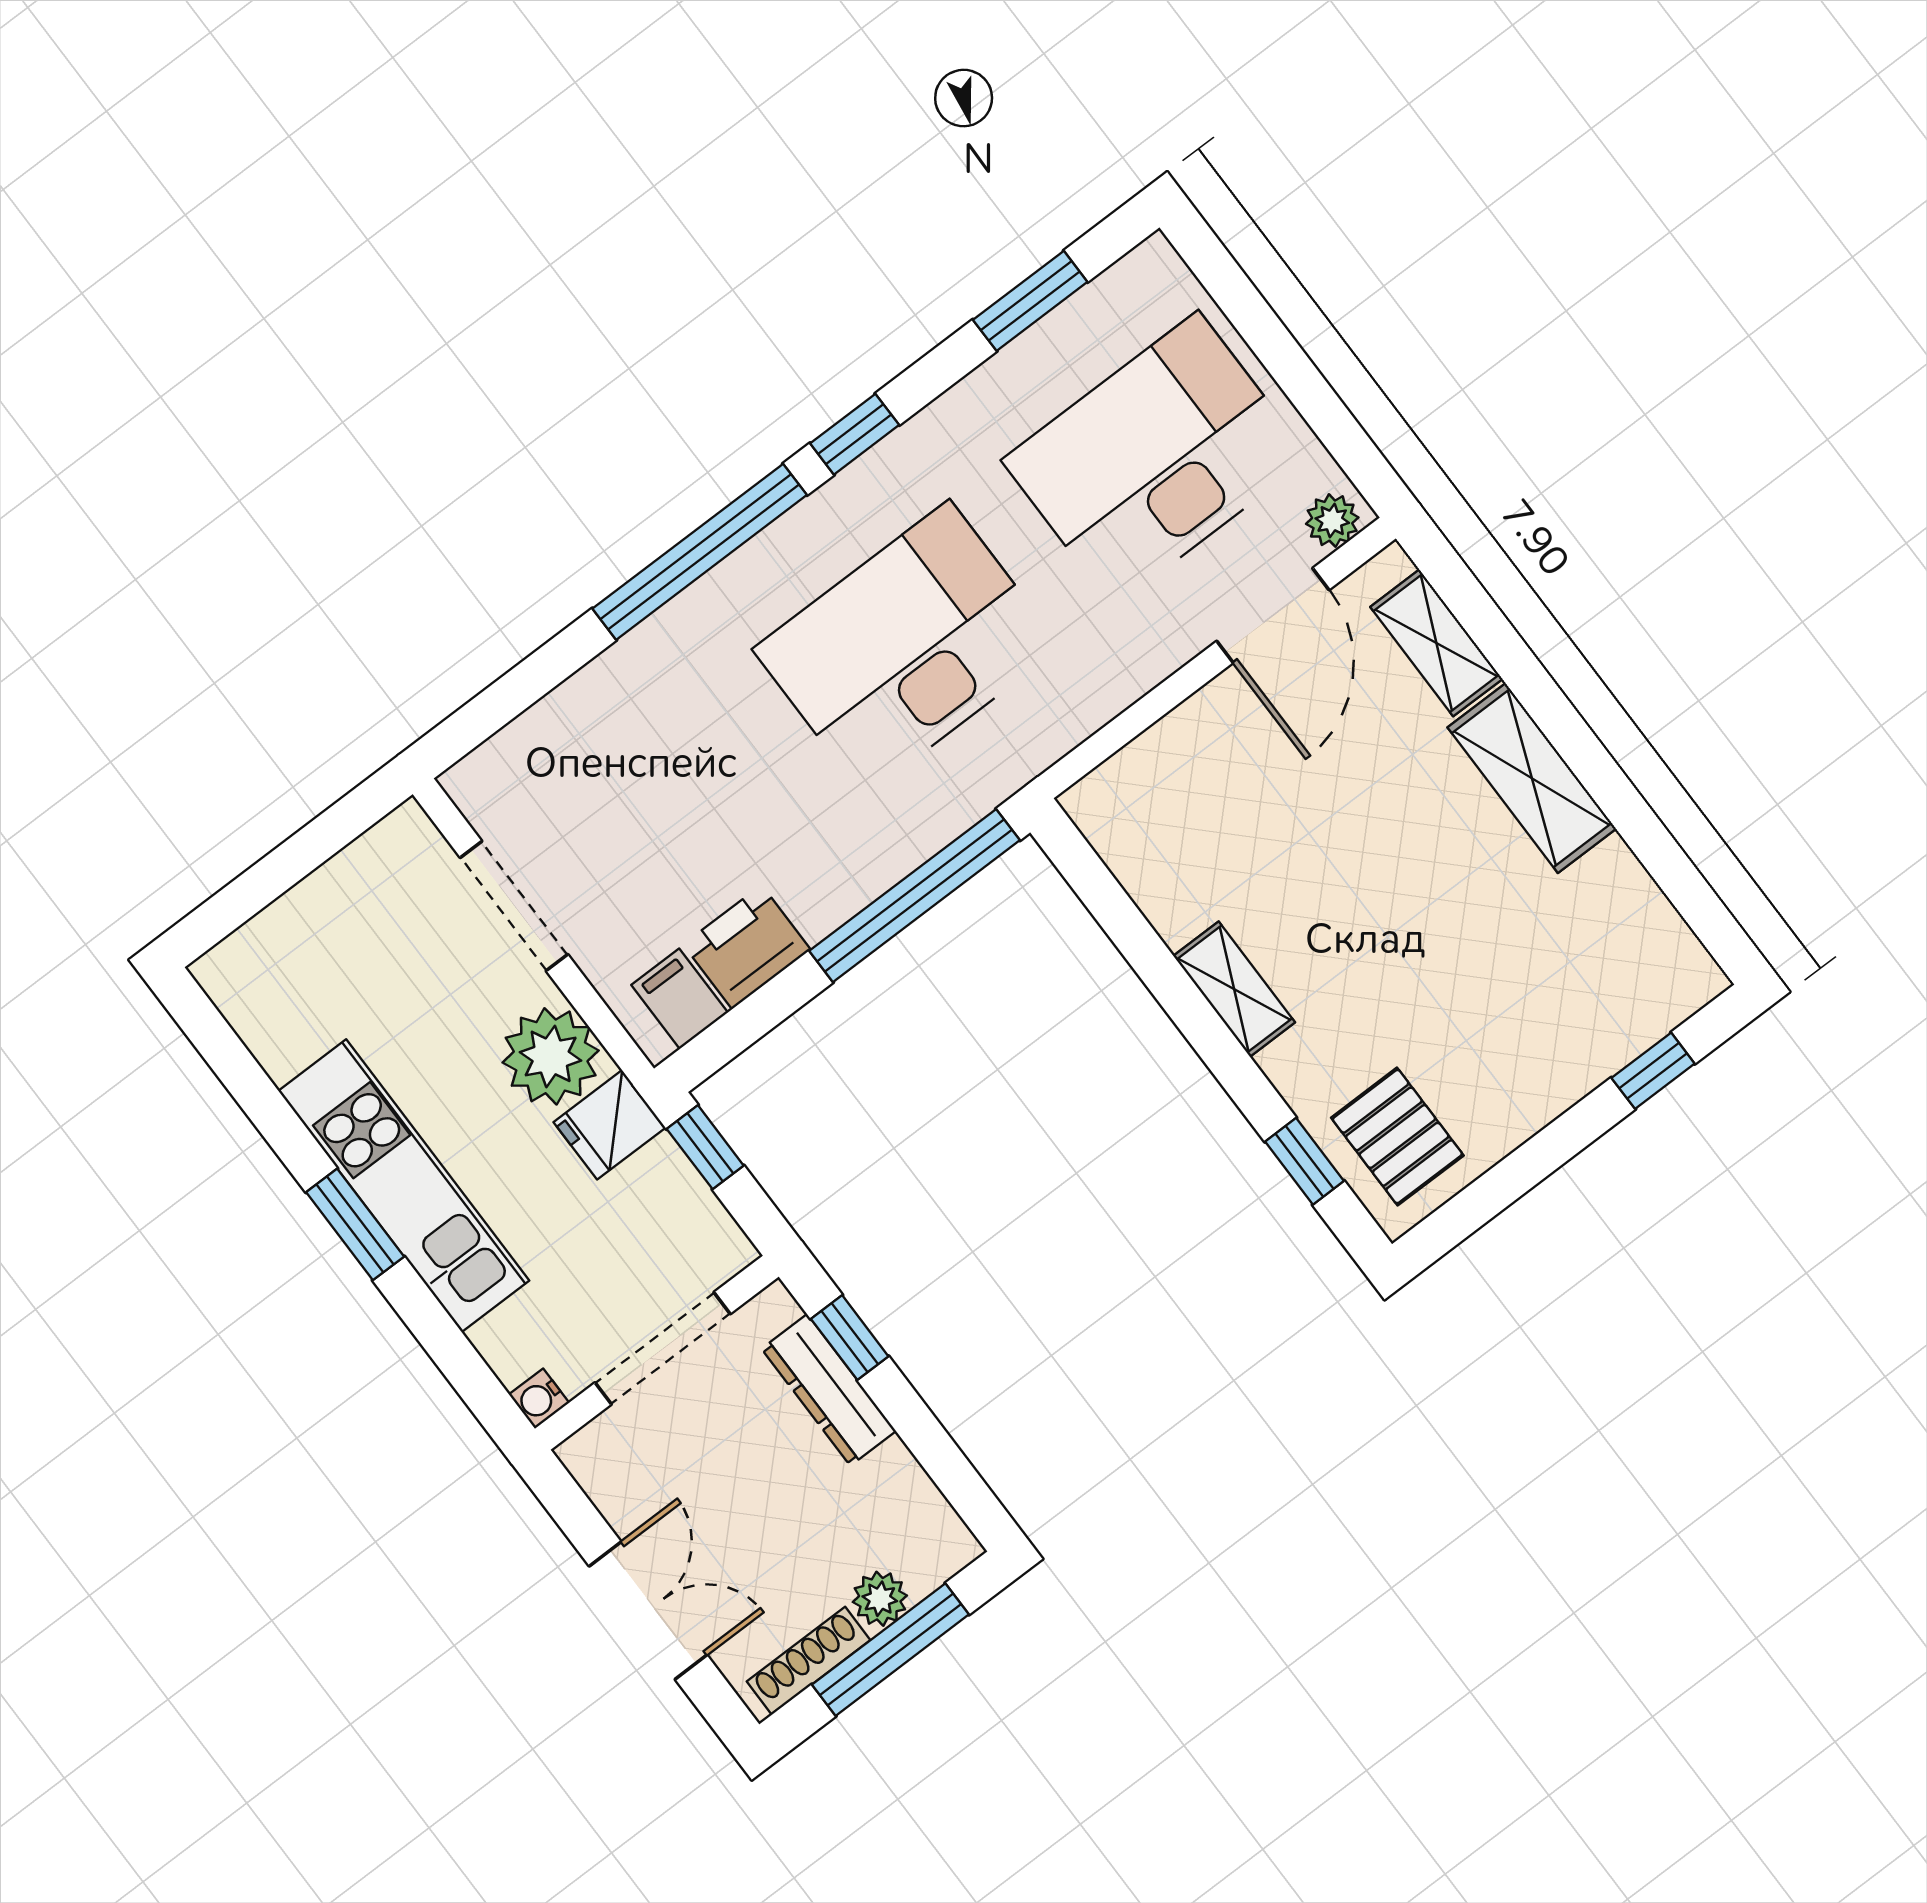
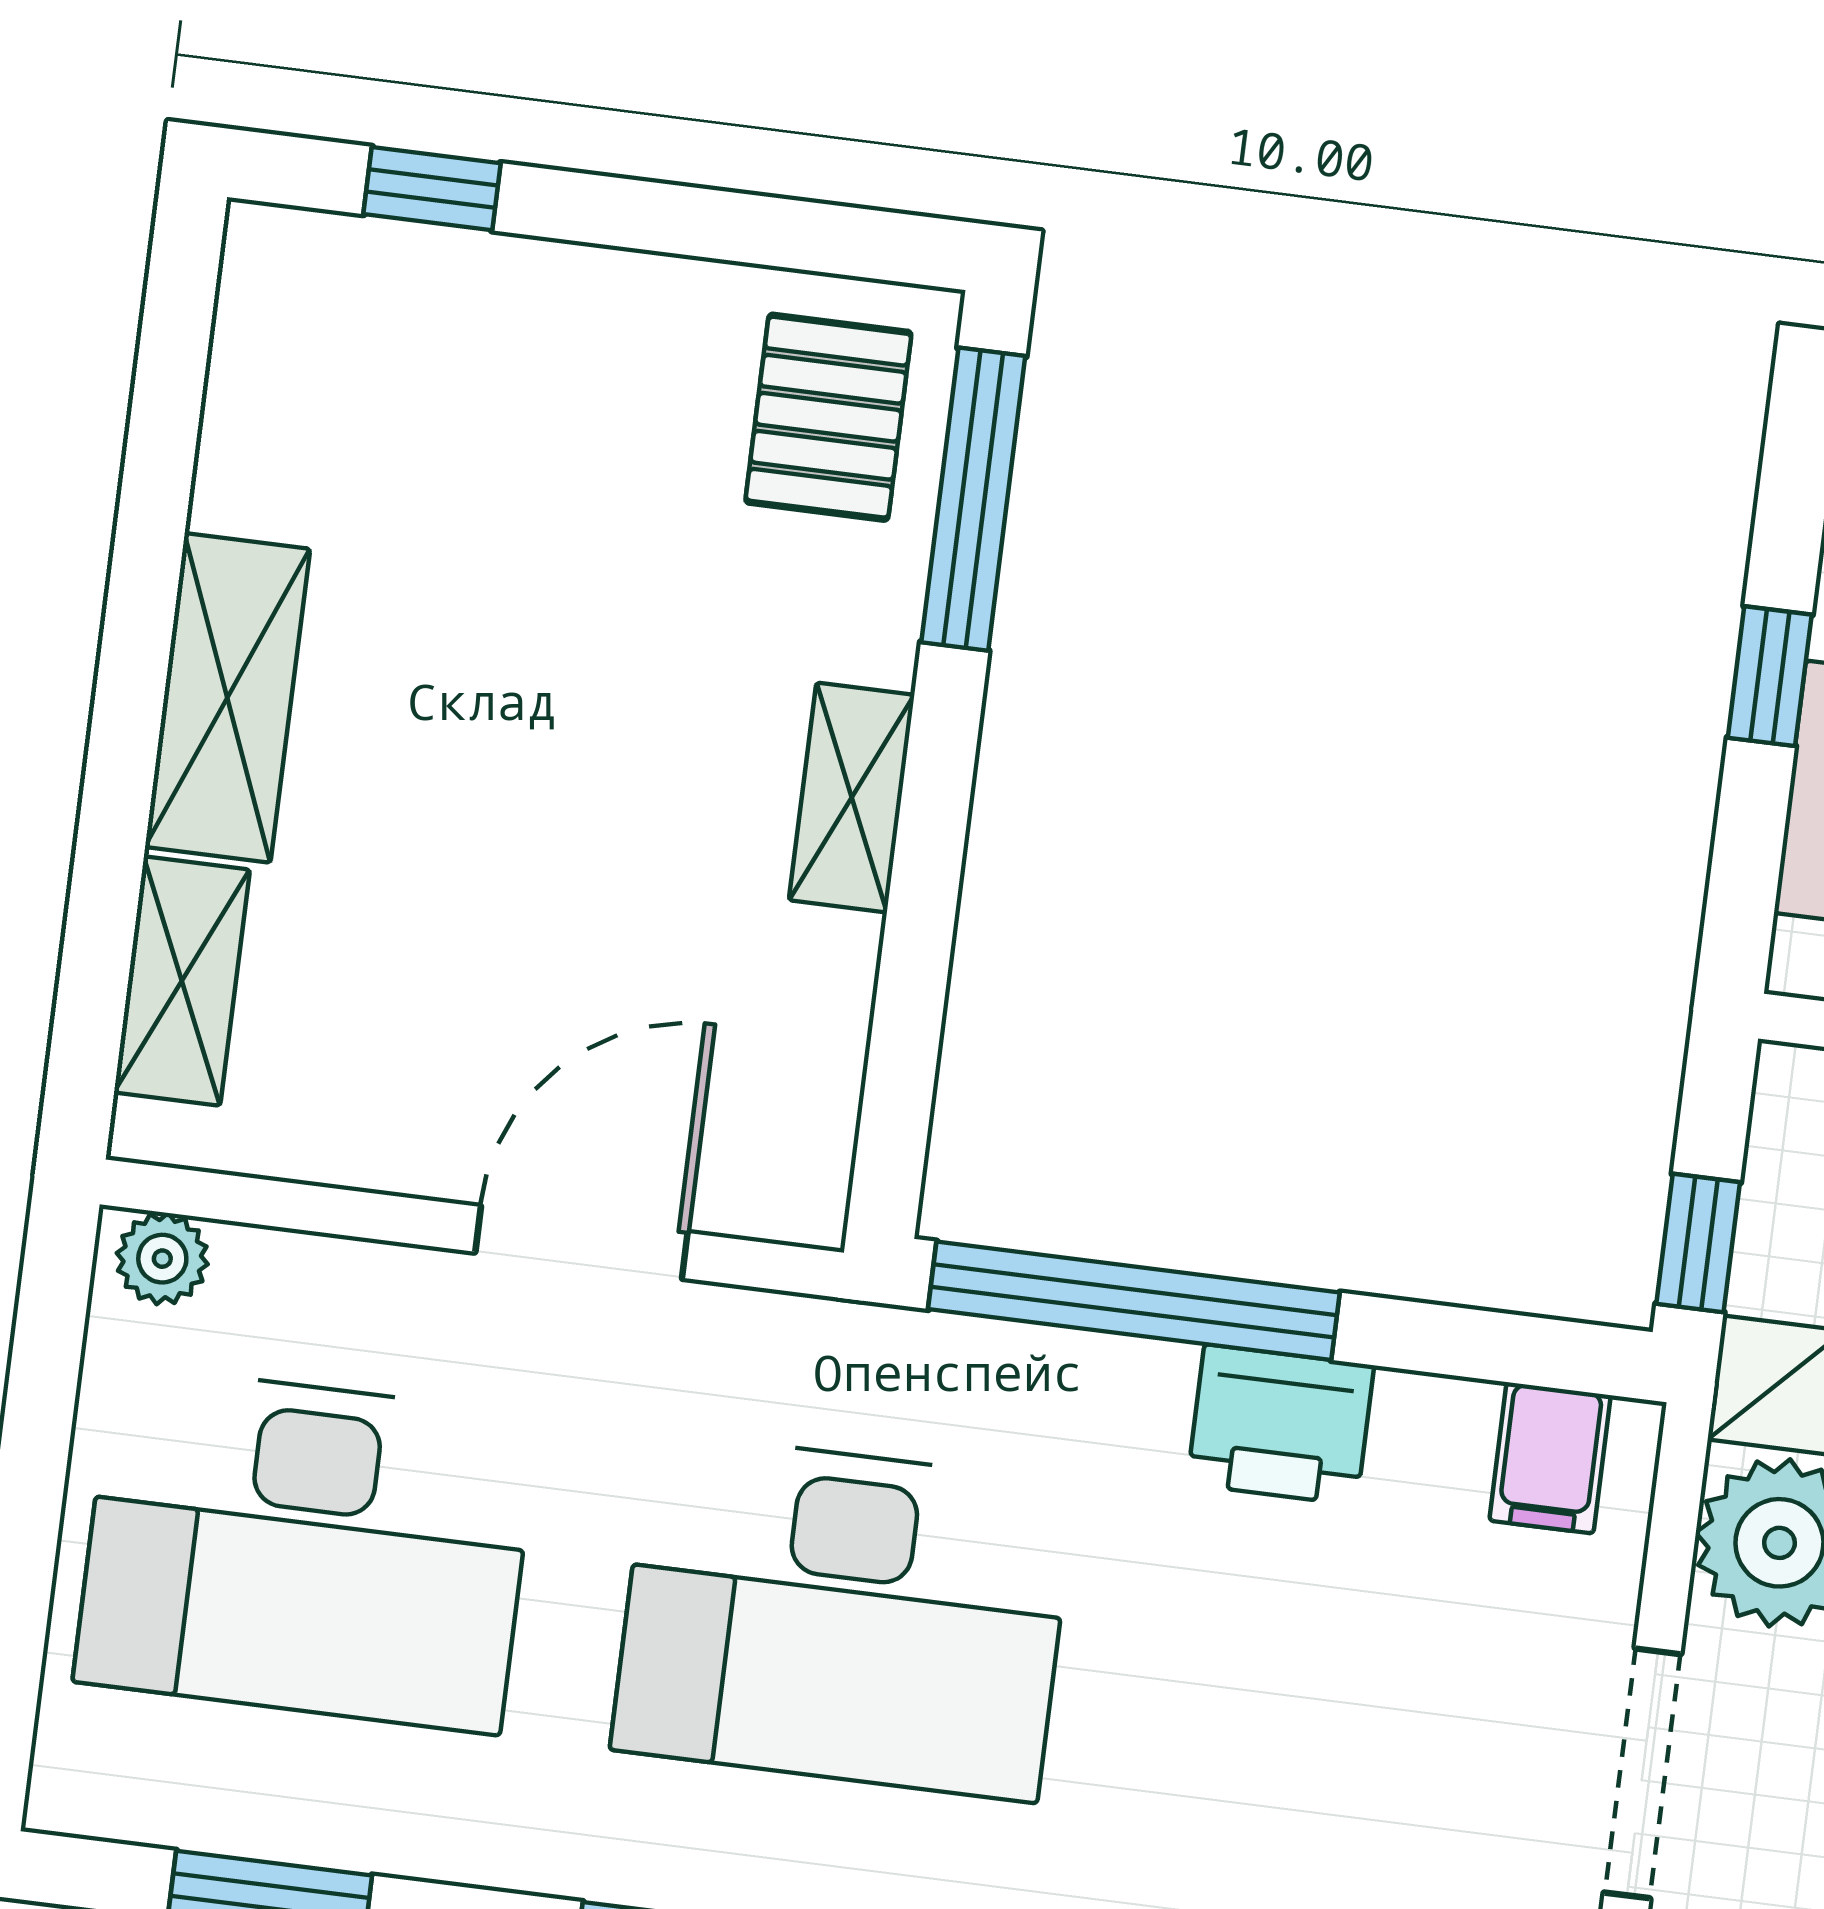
door: (1273, 615) -> (581, 1242), moved
printer: (747, 947) -> (1281, 1425), moved
window: (1304, 1161) -> (973, 499), width x2.17
window: (850, 1338) -> (1770, 676), moved

